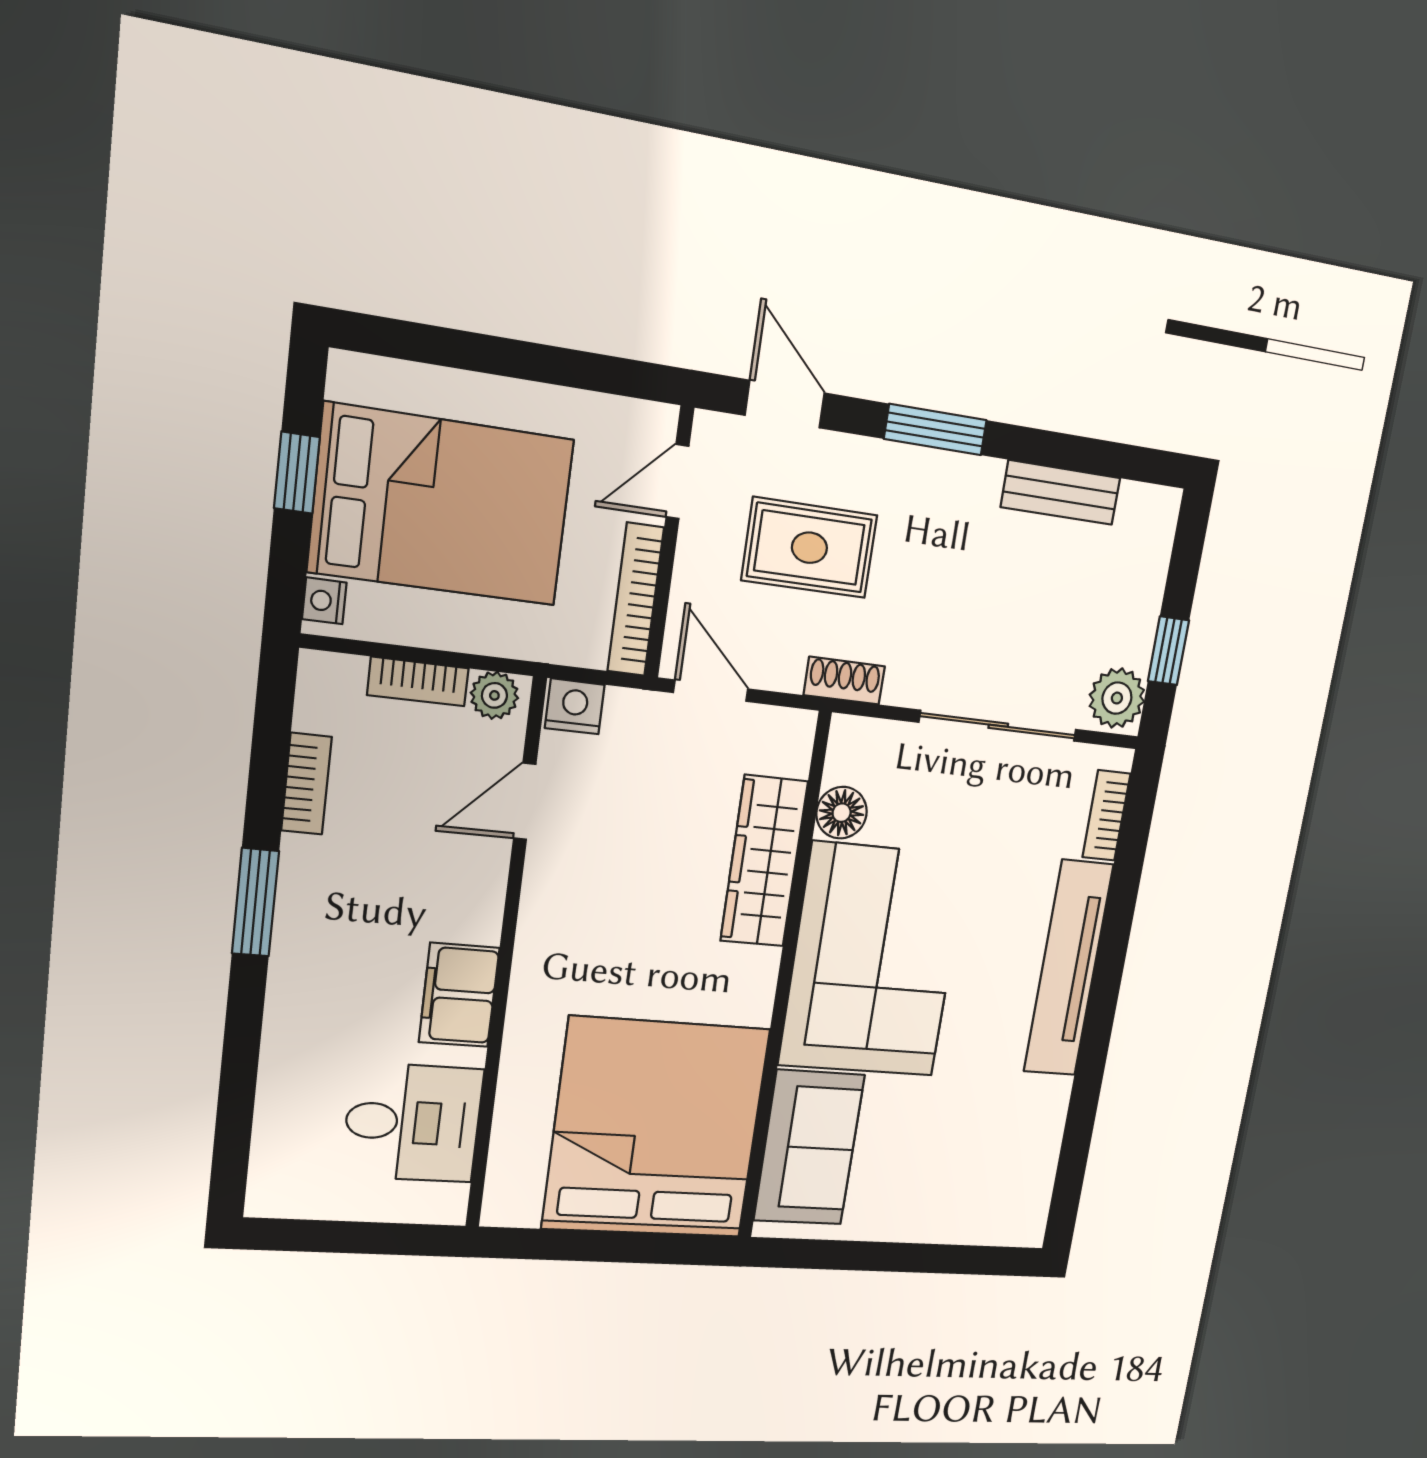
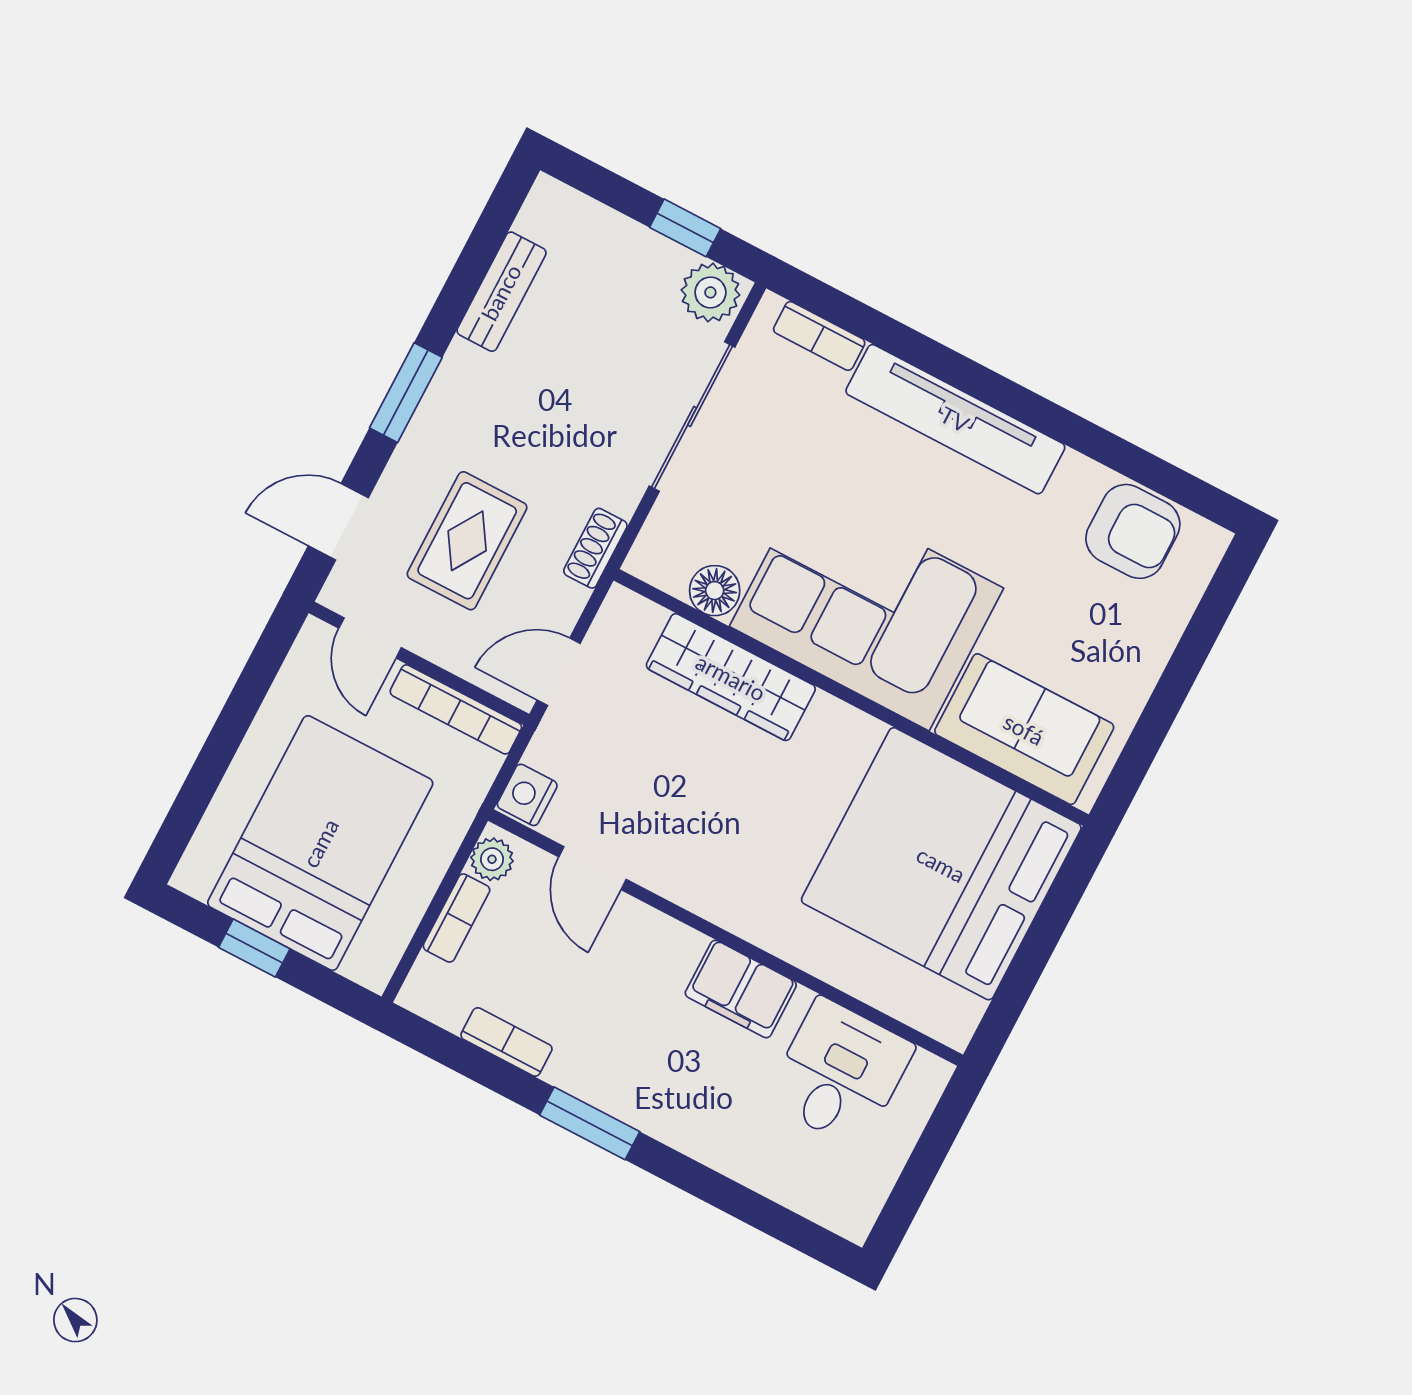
nightstand: (324, 601) -> (363, 967), removed
armchair: (1017, 1163) -> (1133, 531), added

